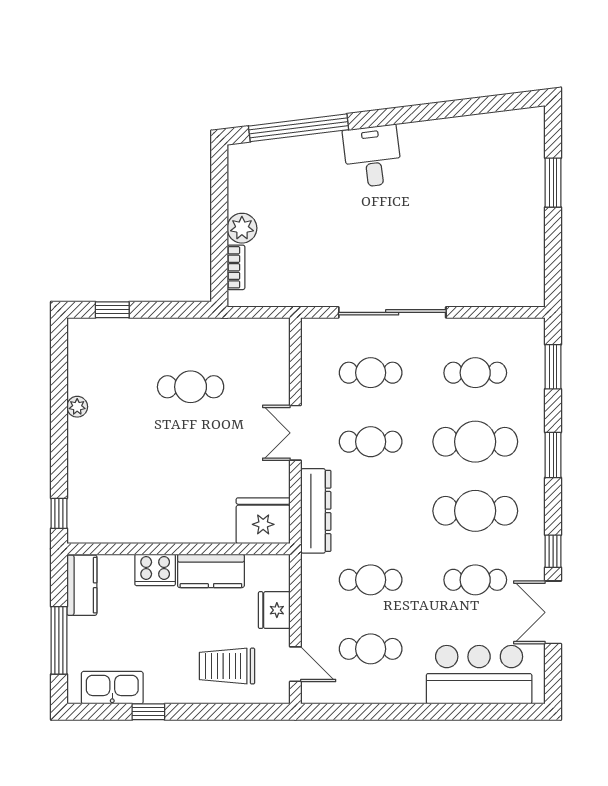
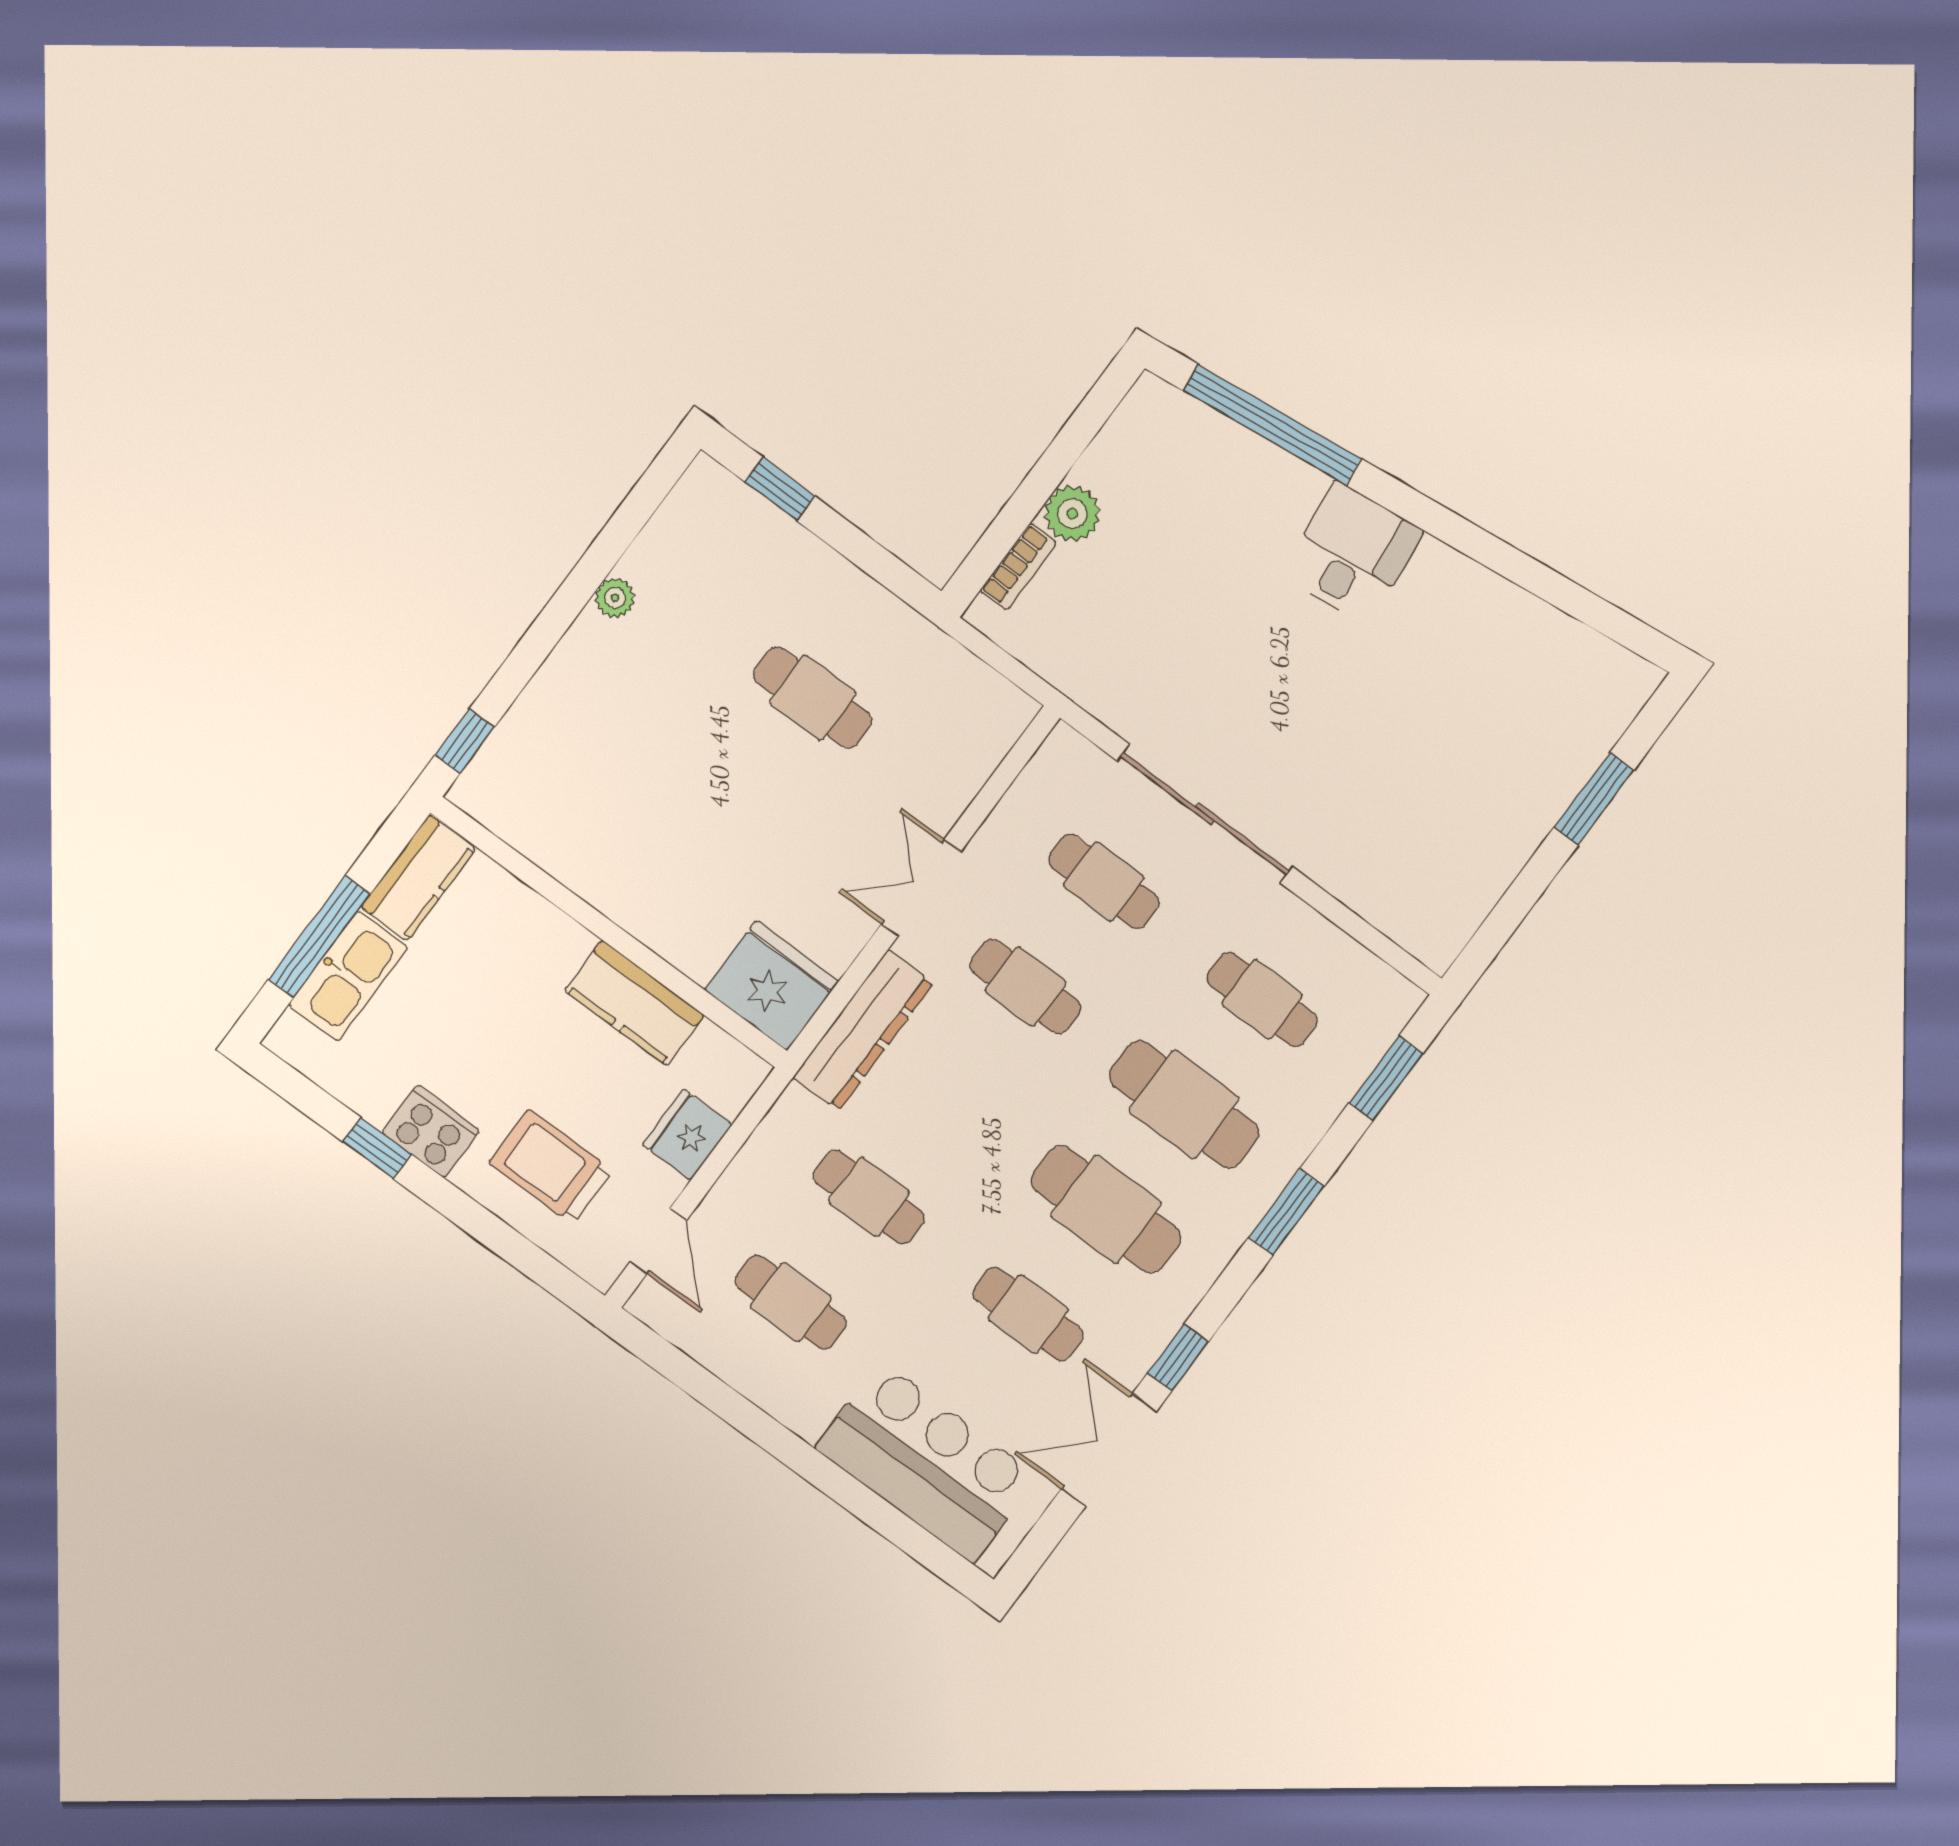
cooker: (155, 570) -> (431, 1131), moved, turned 180
kitchen sink: (112, 688) -> (348, 976), moved, turned 90

